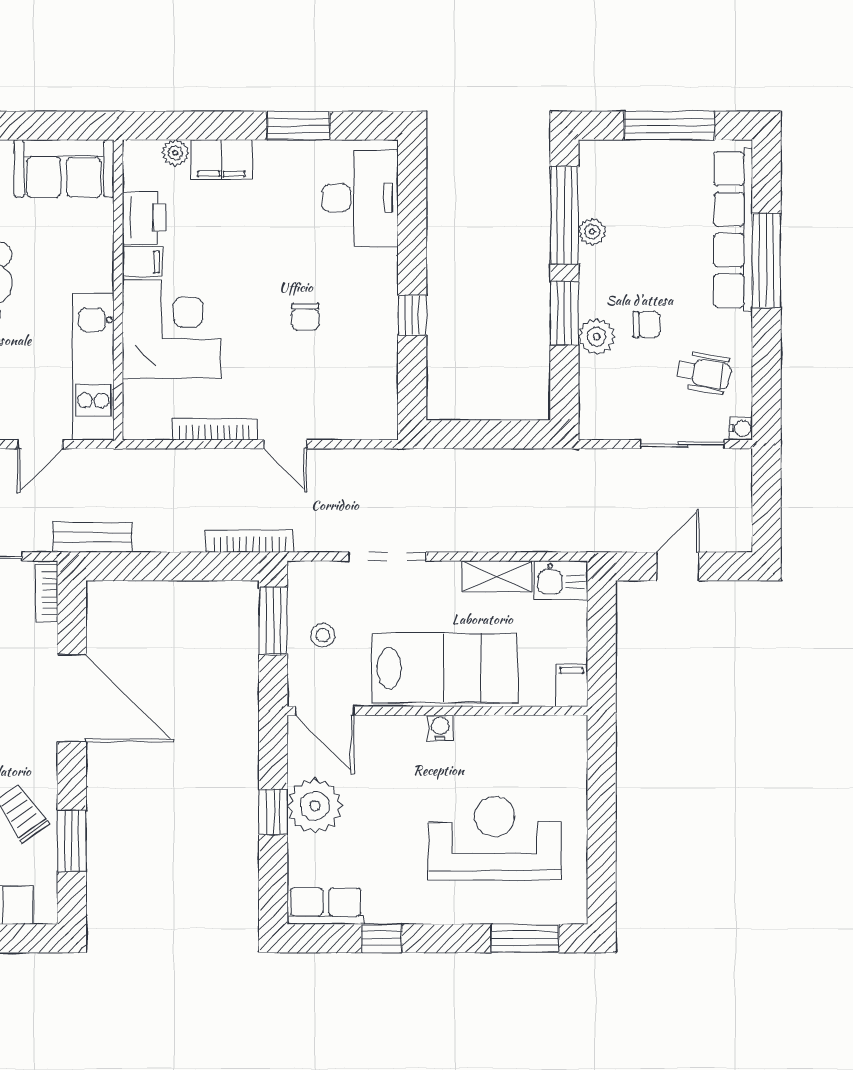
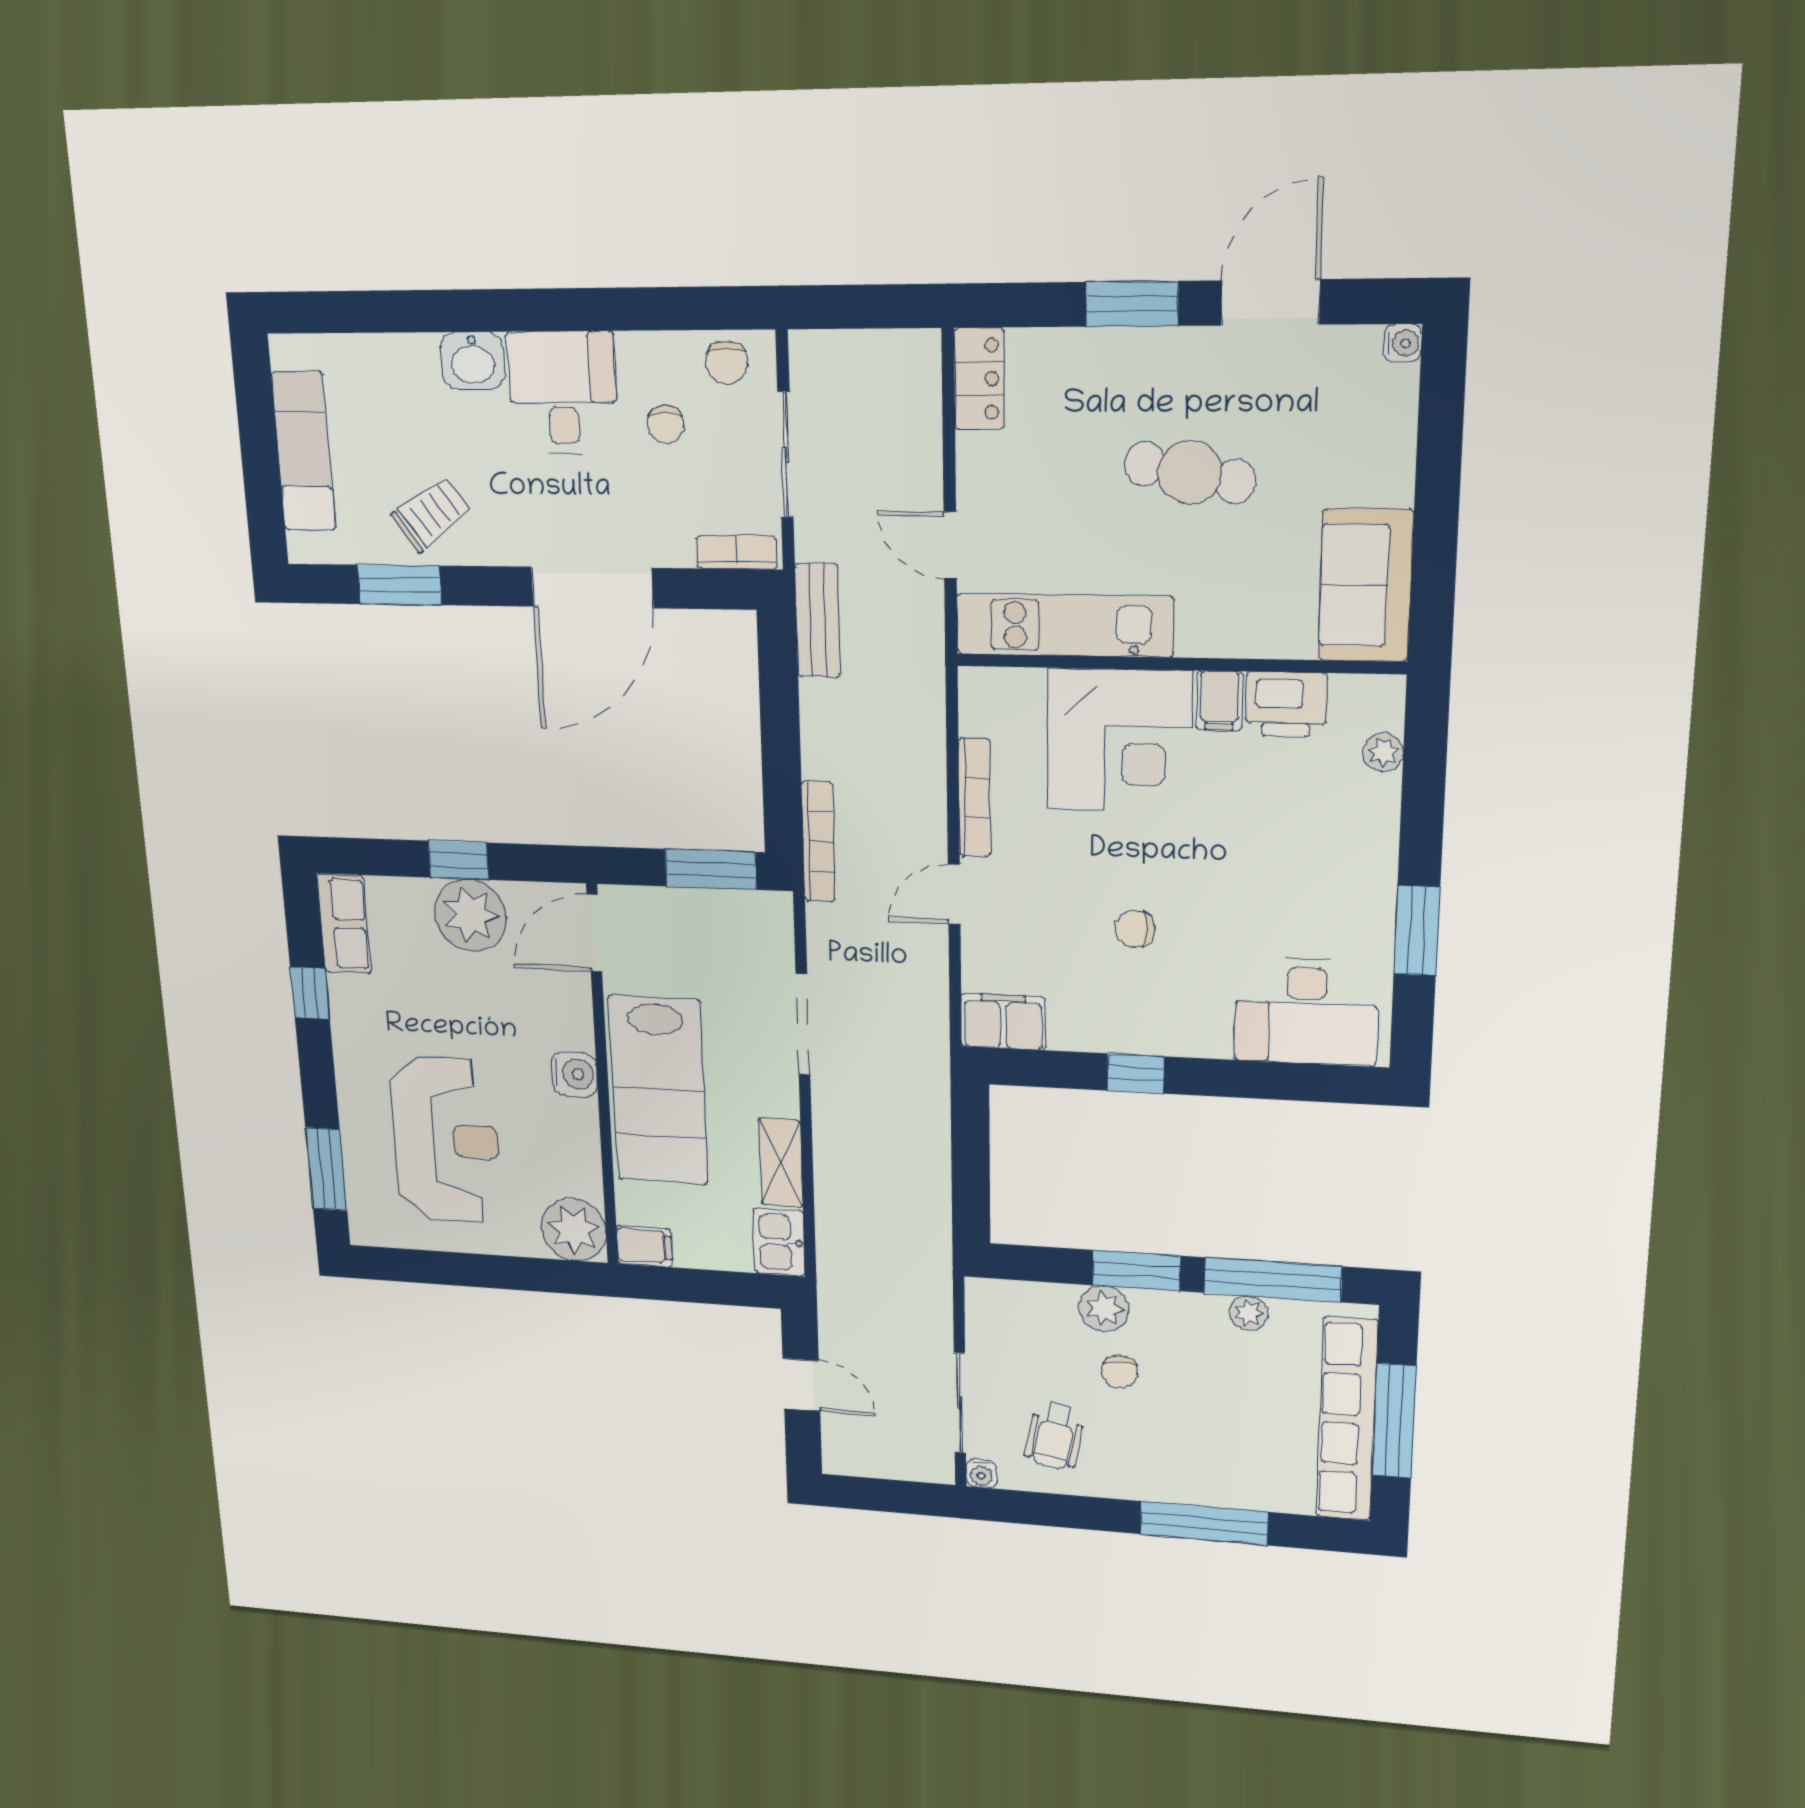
filing cabinet: (221, 160) -> (1003, 1022), moved, turned 90
row of seats: (733, 230) -> (1347, 1419), moved, turned -90
stool: (323, 635) -> (694, 935), removed
water cooler: (440, 728) -> (574, 1074), width x1.38, depth x1.38
plant: (562, 741) -> (574, 1230), added

